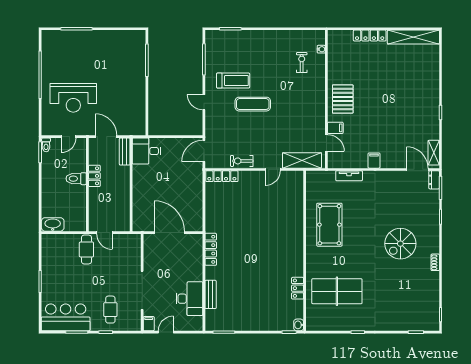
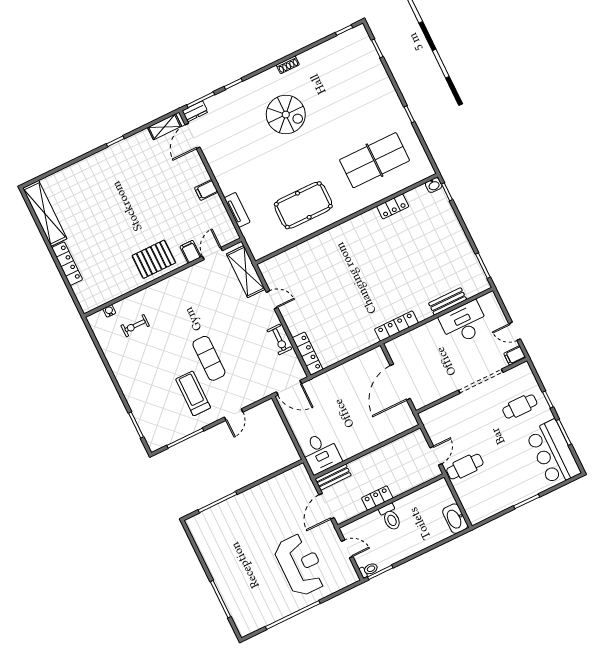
table tennis table: (337, 291) -> (375, 160), turned 90

